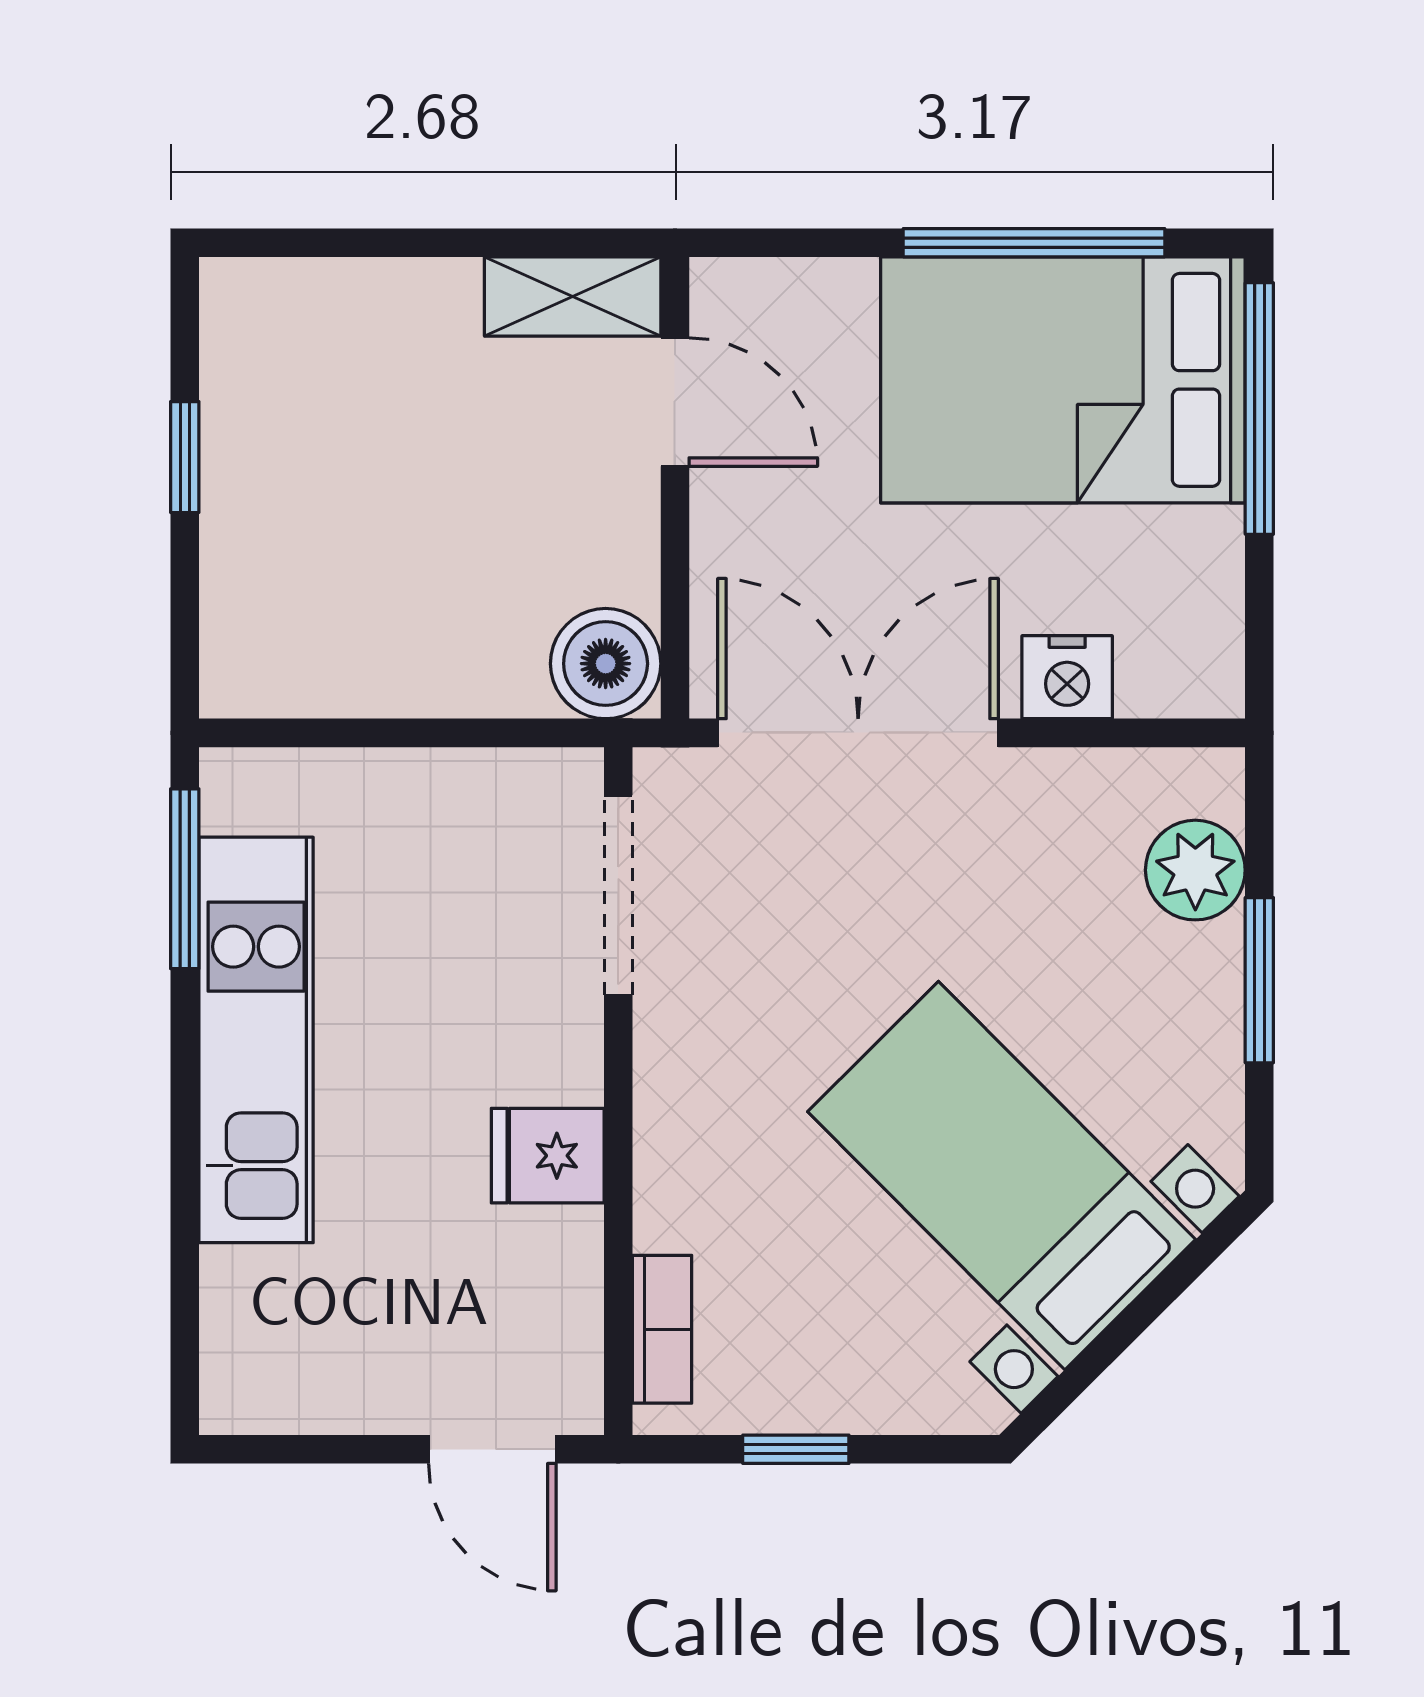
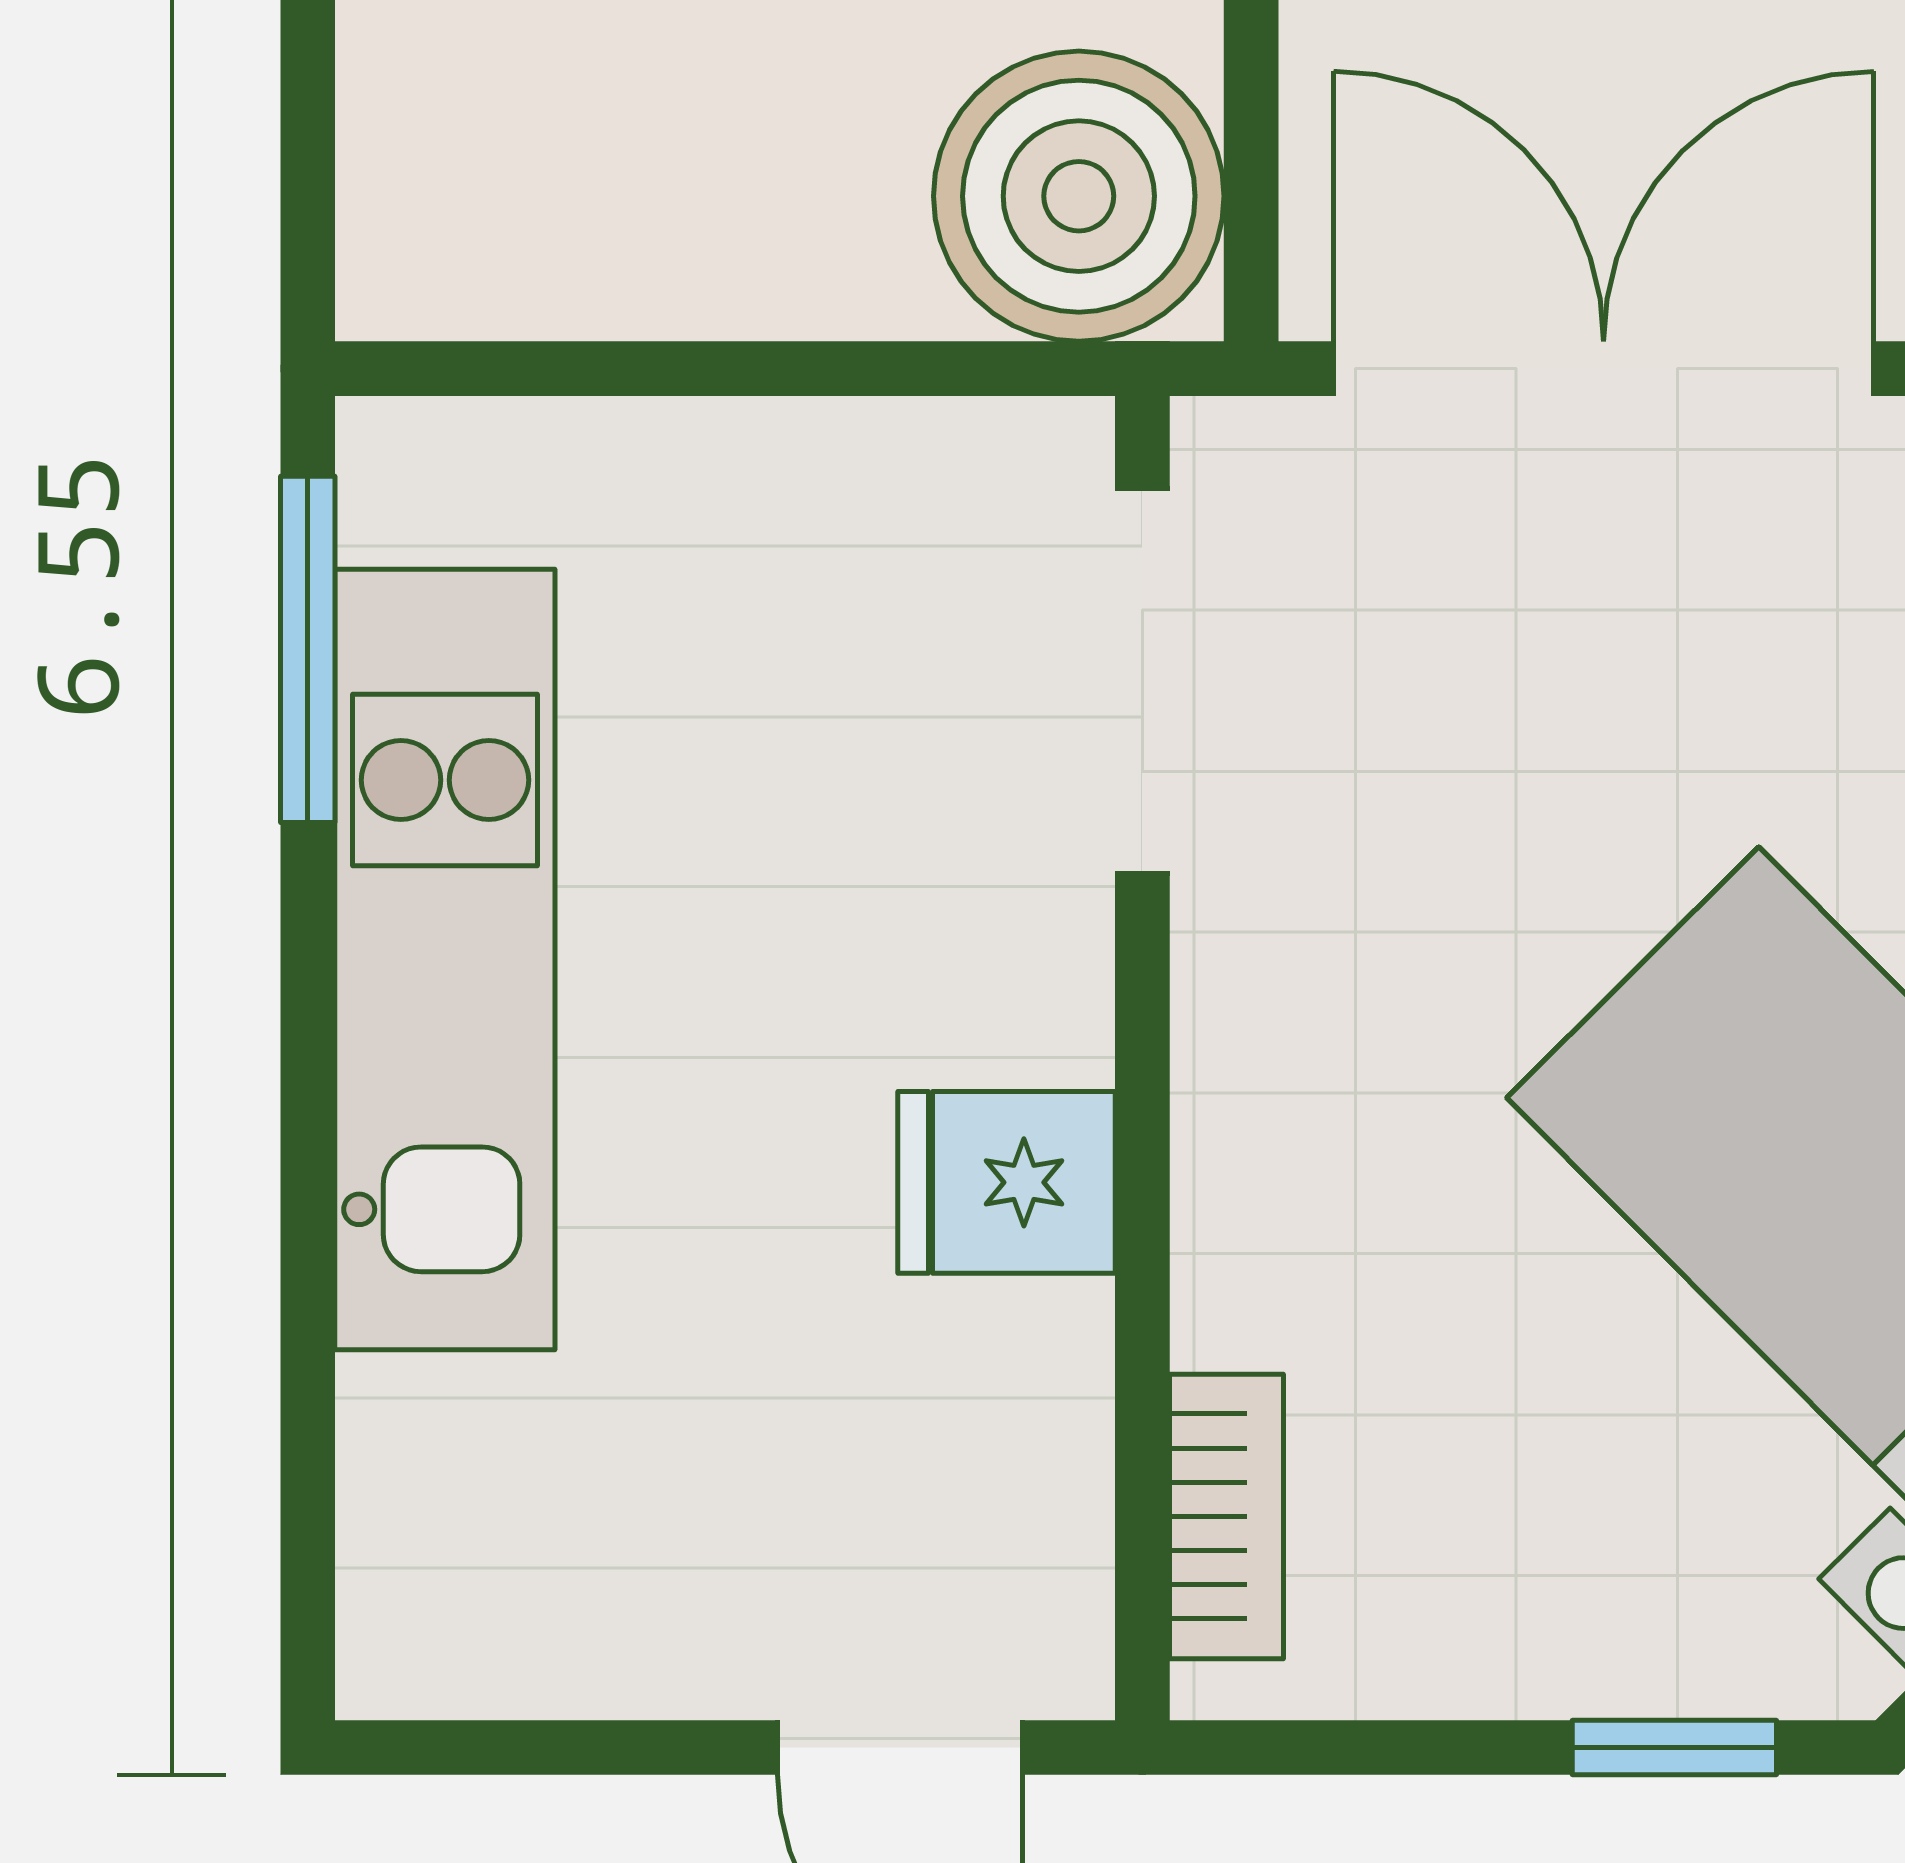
boiler: (606, 664) -> (1079, 196), width x1.37, depth x1.37
window: (796, 1449) -> (1674, 1747), moved

